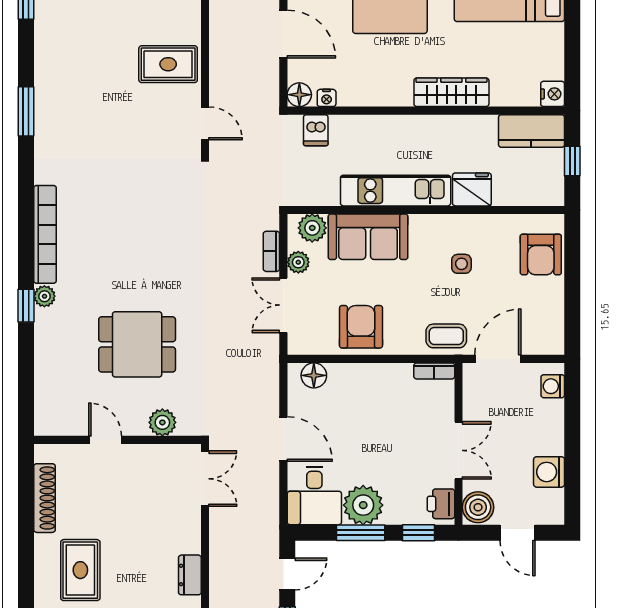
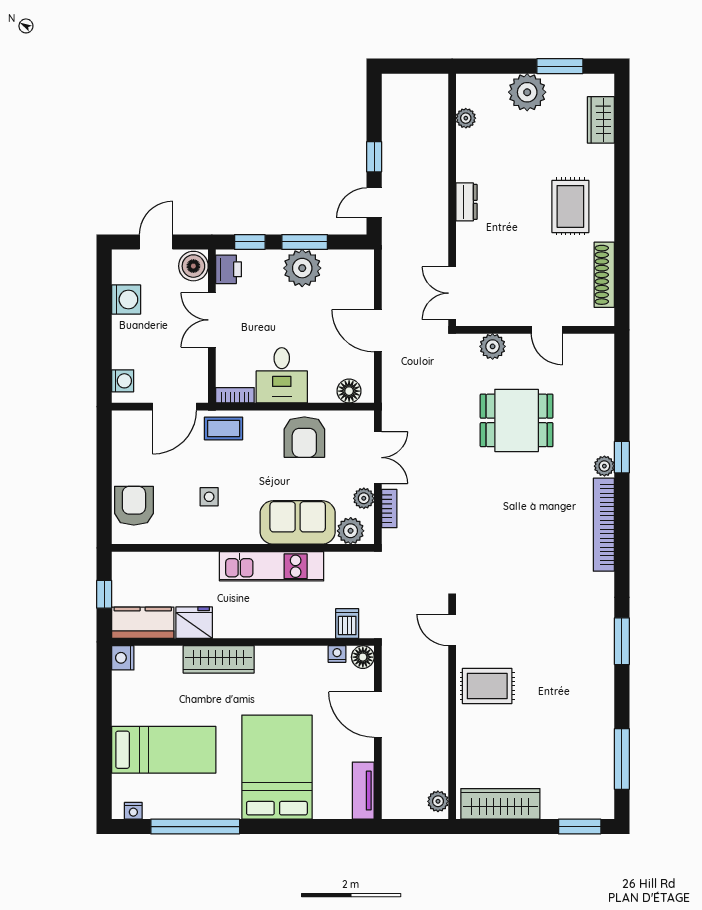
fridge: (472, 189) -> (194, 623), moved, turned 180
desk: (314, 496) -> (282, 375), moved, turned 180
door: (517, 533) -> (156, 242), hinge flipped

